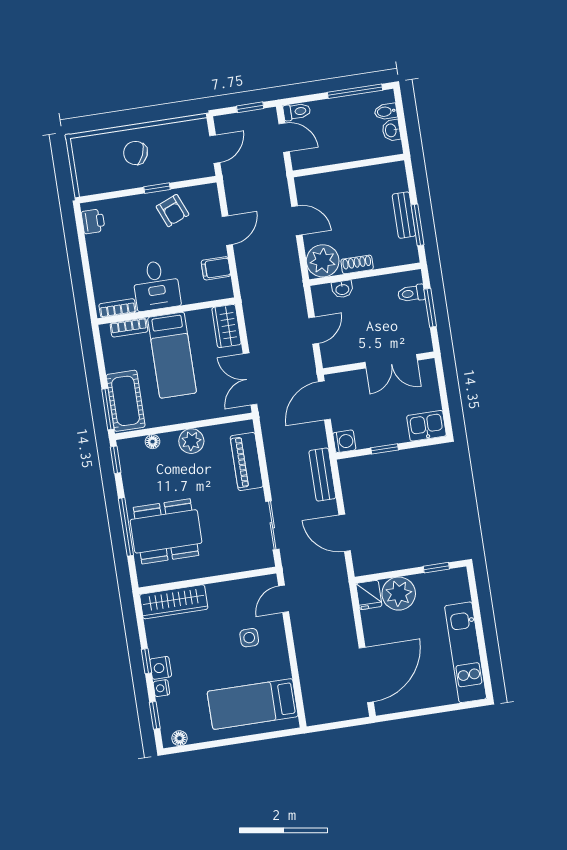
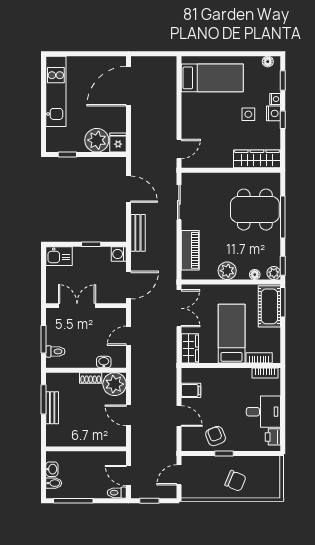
door: (227, 230) -> (179, 416), swing flipped
desk: (156, 285) -> (263, 412), moved, turned 90
plant: (127, 448) -> (274, 273), added
side table: (249, 638) -> (248, 114), moved

